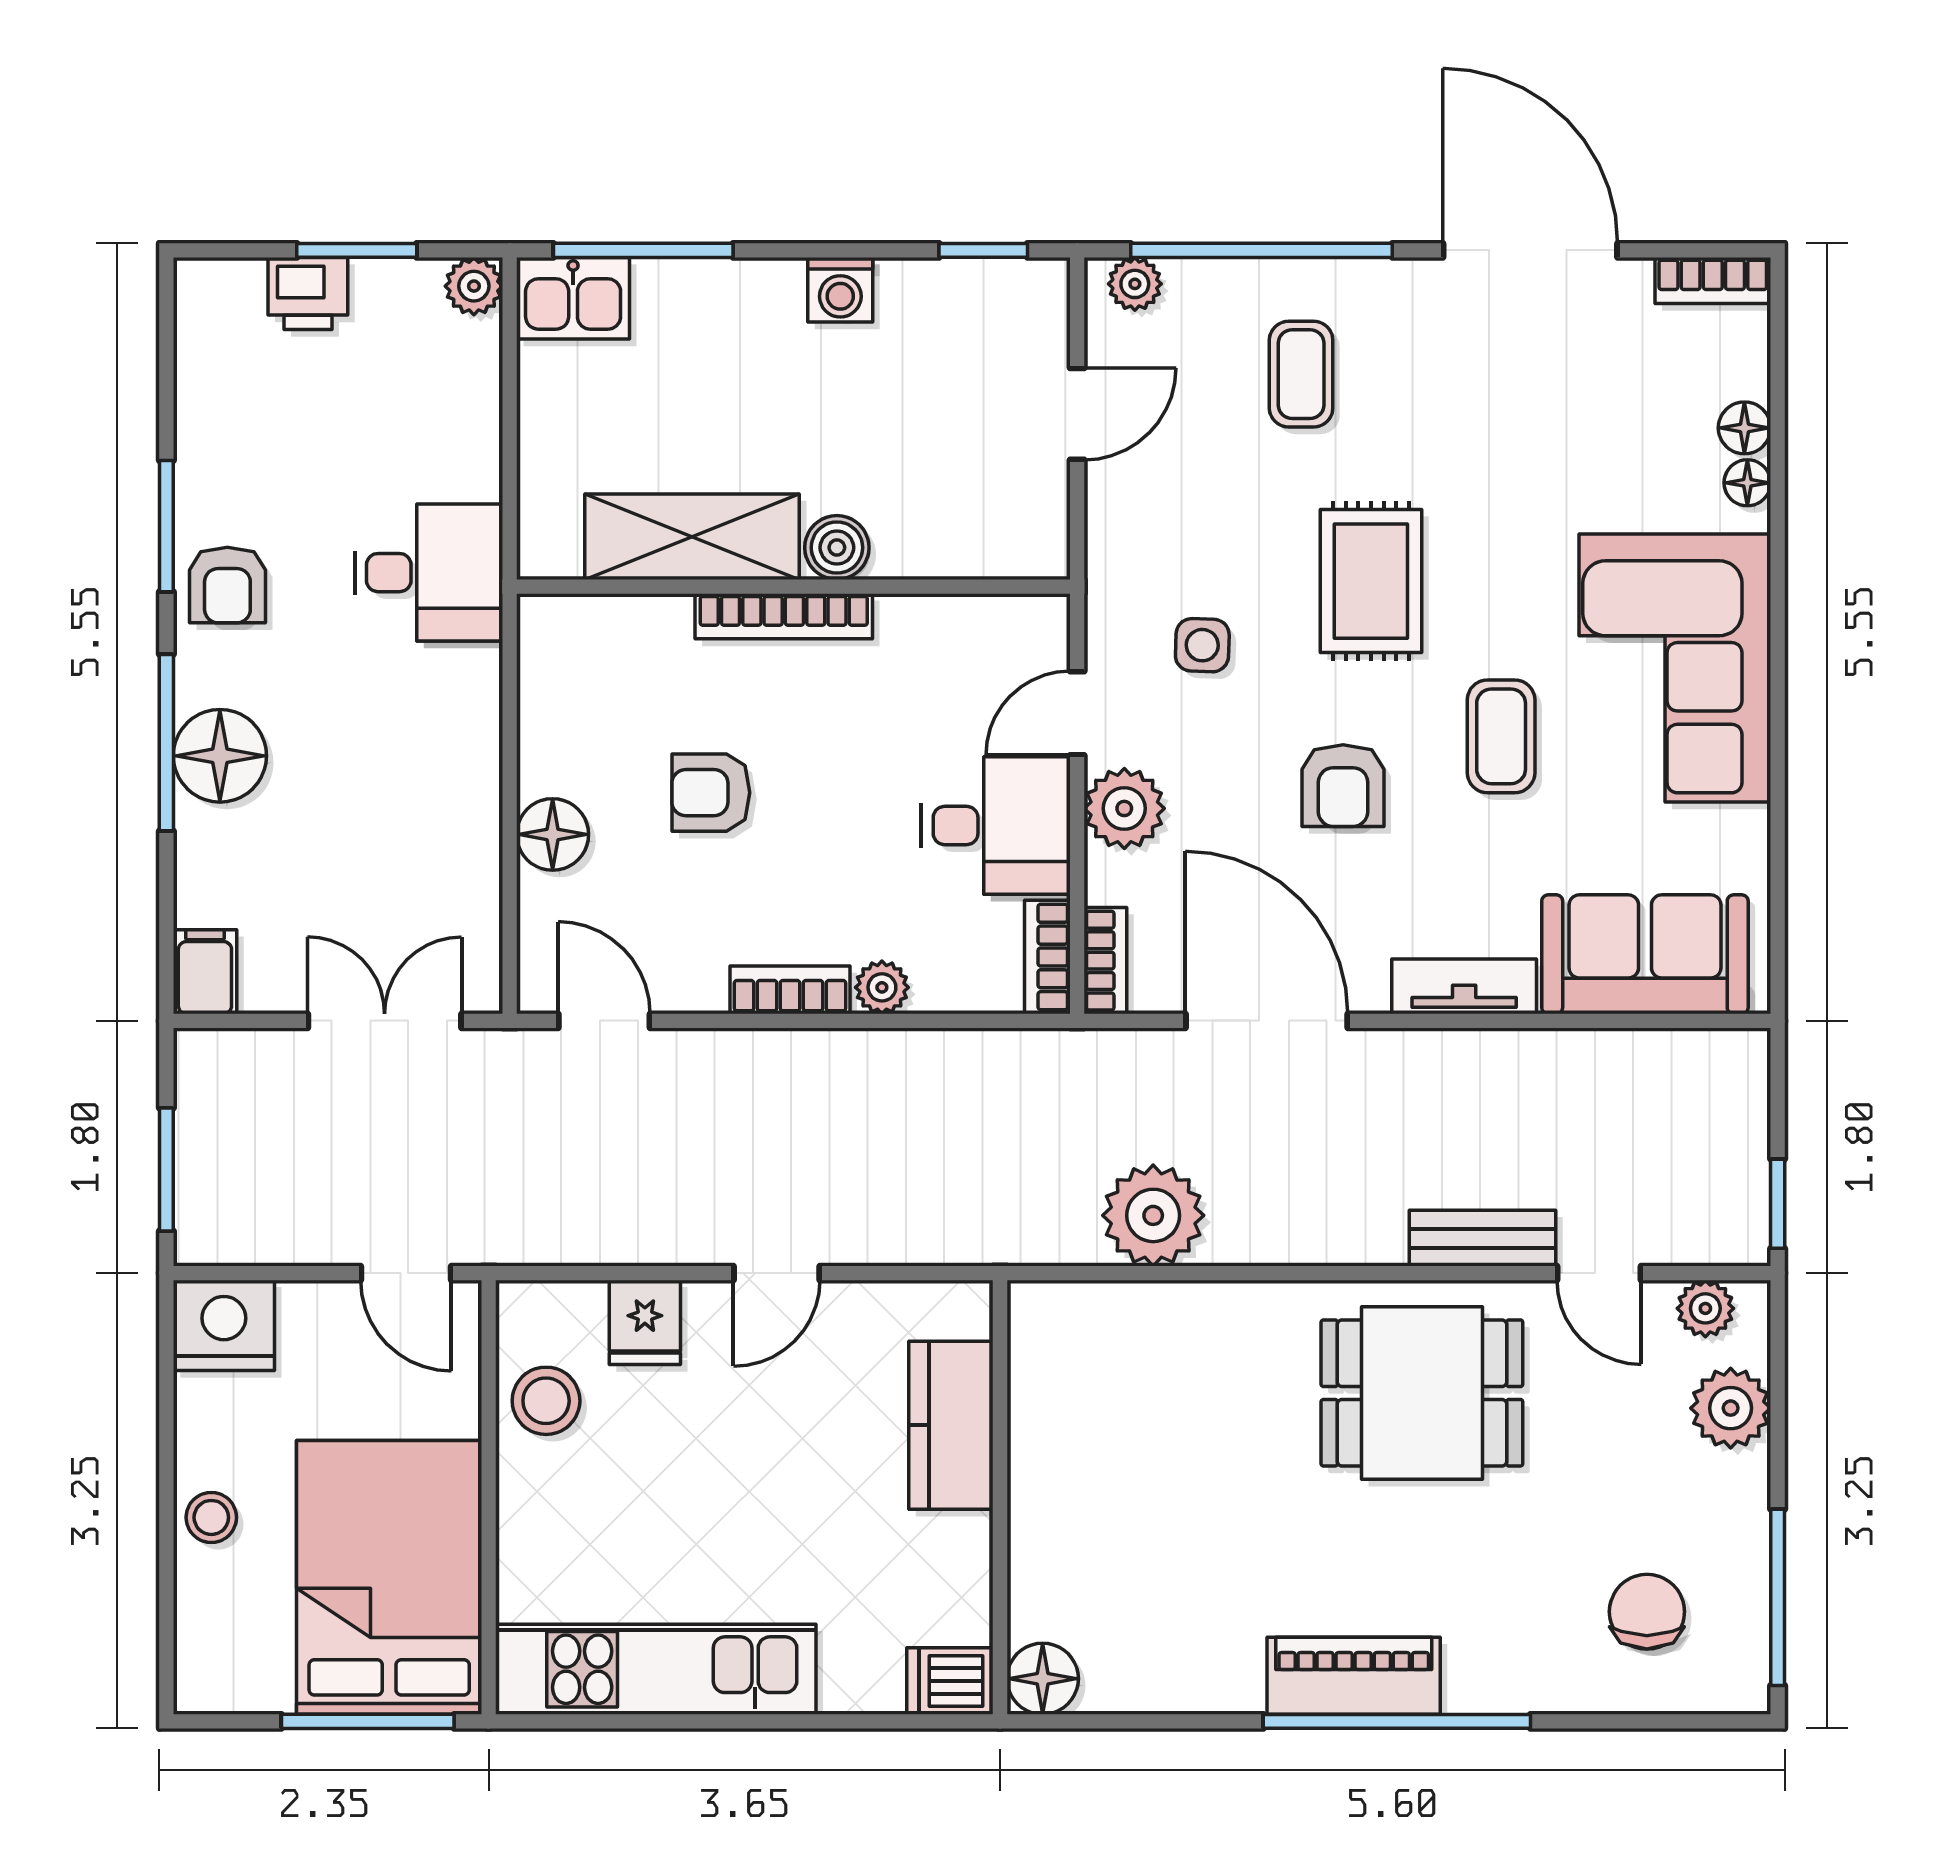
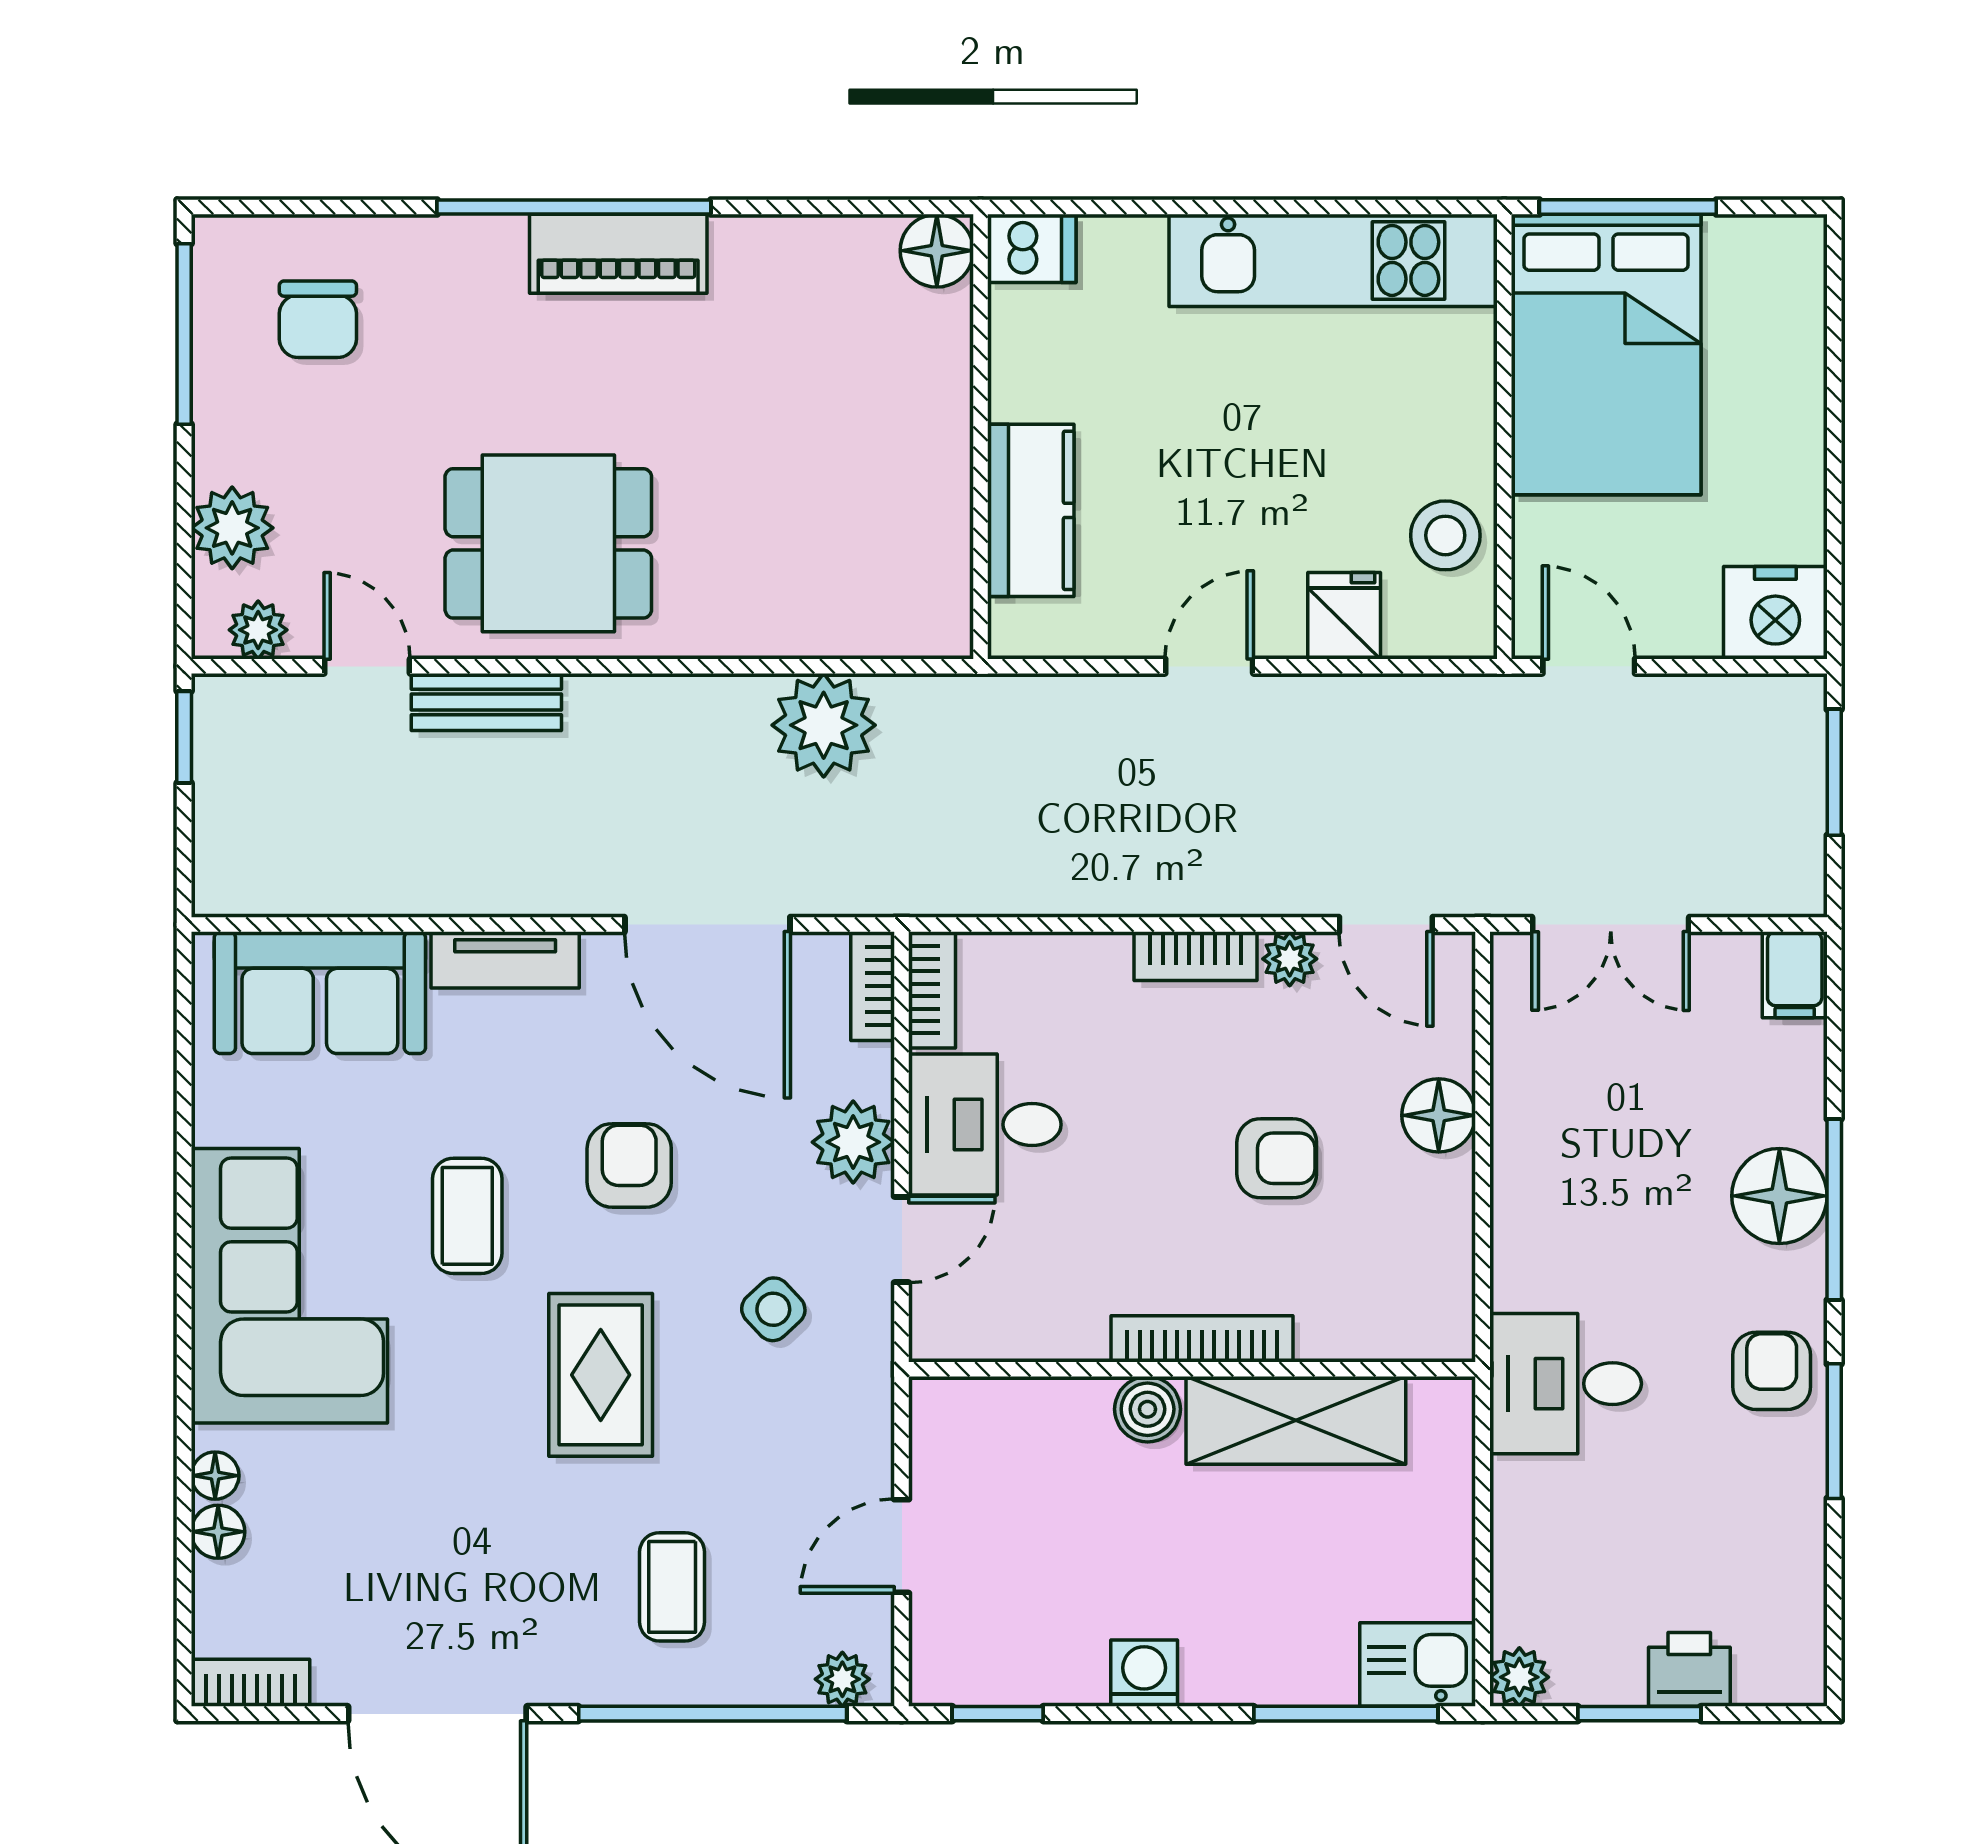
side table: (1202, 645) -> (773, 1309), turned 45
plant: (882, 987) -> (1290, 959), moved
stool: (211, 1517) -> (1788, 416), removed

